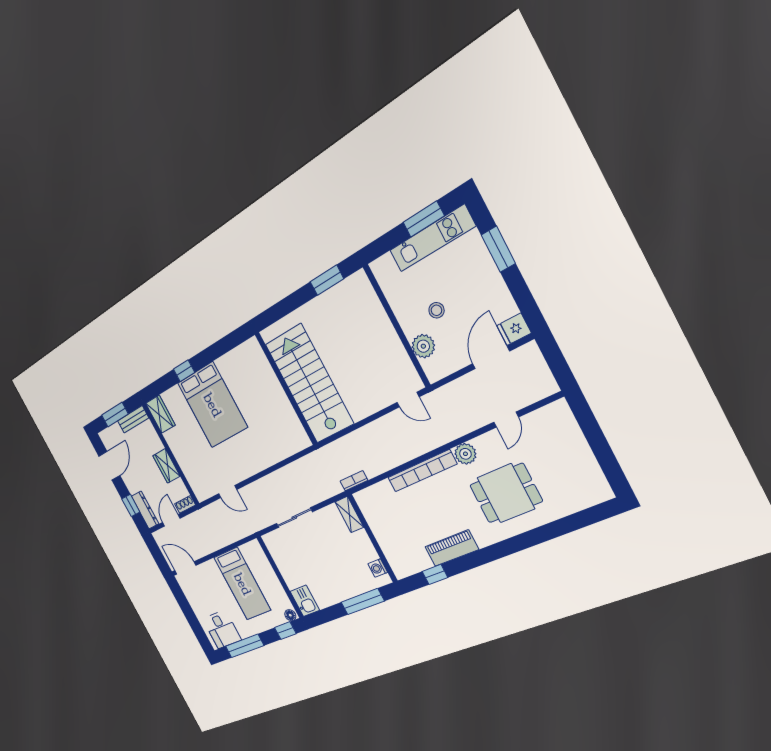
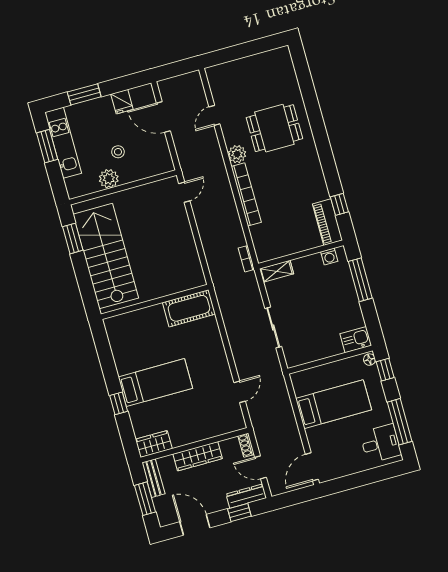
fridge: (514, 329) -> (122, 102), moved
plant: (423, 346) -> (109, 179), moved
stairs: (309, 384) -> (106, 256), moved, turned 90
bed: (212, 405) -> (155, 383), width x0.67
door: (506, 420) -> (214, 115), swing flipped
cot: (290, 427) -> (189, 308), added
wardrobe: (166, 466) -> (198, 456), width x1.50
dining table: (506, 493) -> (274, 128), turned 90
piano: (452, 548) -> (327, 222), moved

